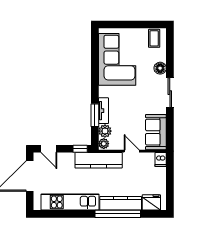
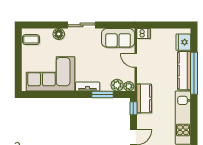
tv unit: (103, 111) -> (88, 87), moved
door: (132, 151) -> (136, 60), hinge flipped
kitchen counter: (99, 160) -> (144, 98), width x0.67

